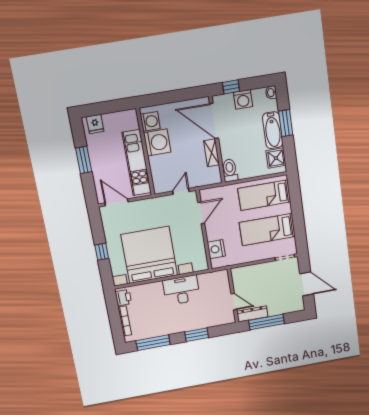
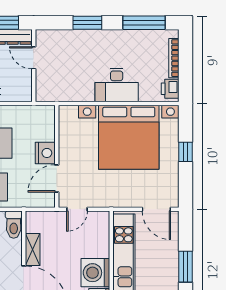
nightstand: (216, 249) -> (45, 153), moved
desk: (182, 290) -> (117, 85), moved

